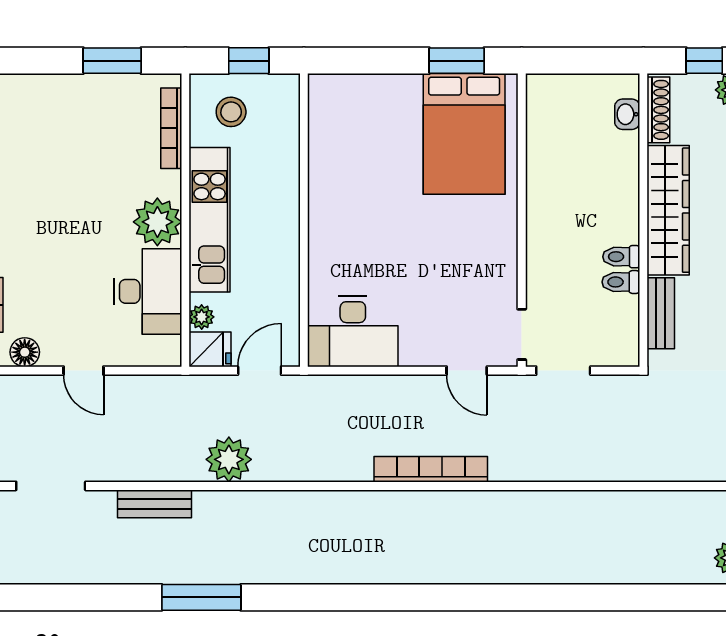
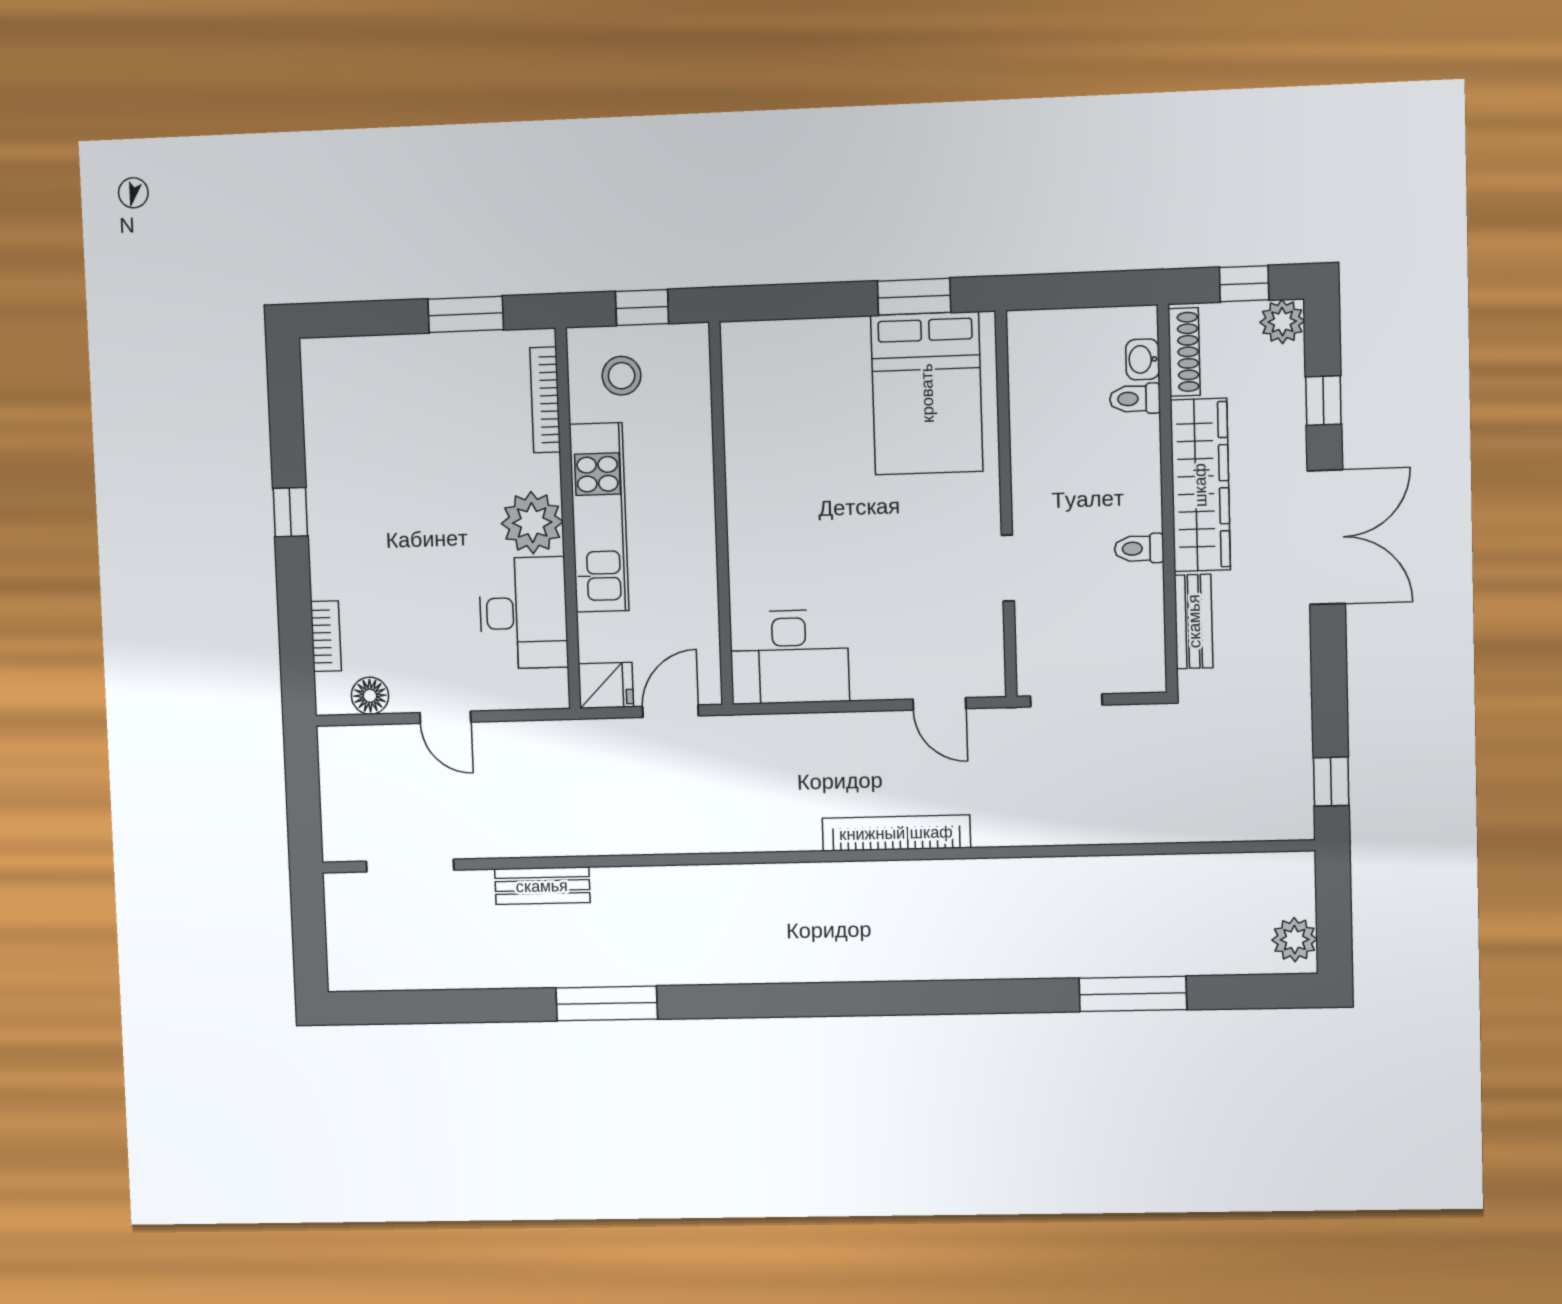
toilet: (621, 282) -> (1135, 399), moved
plant: (202, 317) -> (593, 644), removed
doorway: (522, 334) -> (1008, 568), moved
plant: (229, 459) -> (635, 827), removed
window: (608, 597) -> (1133, 994), added

